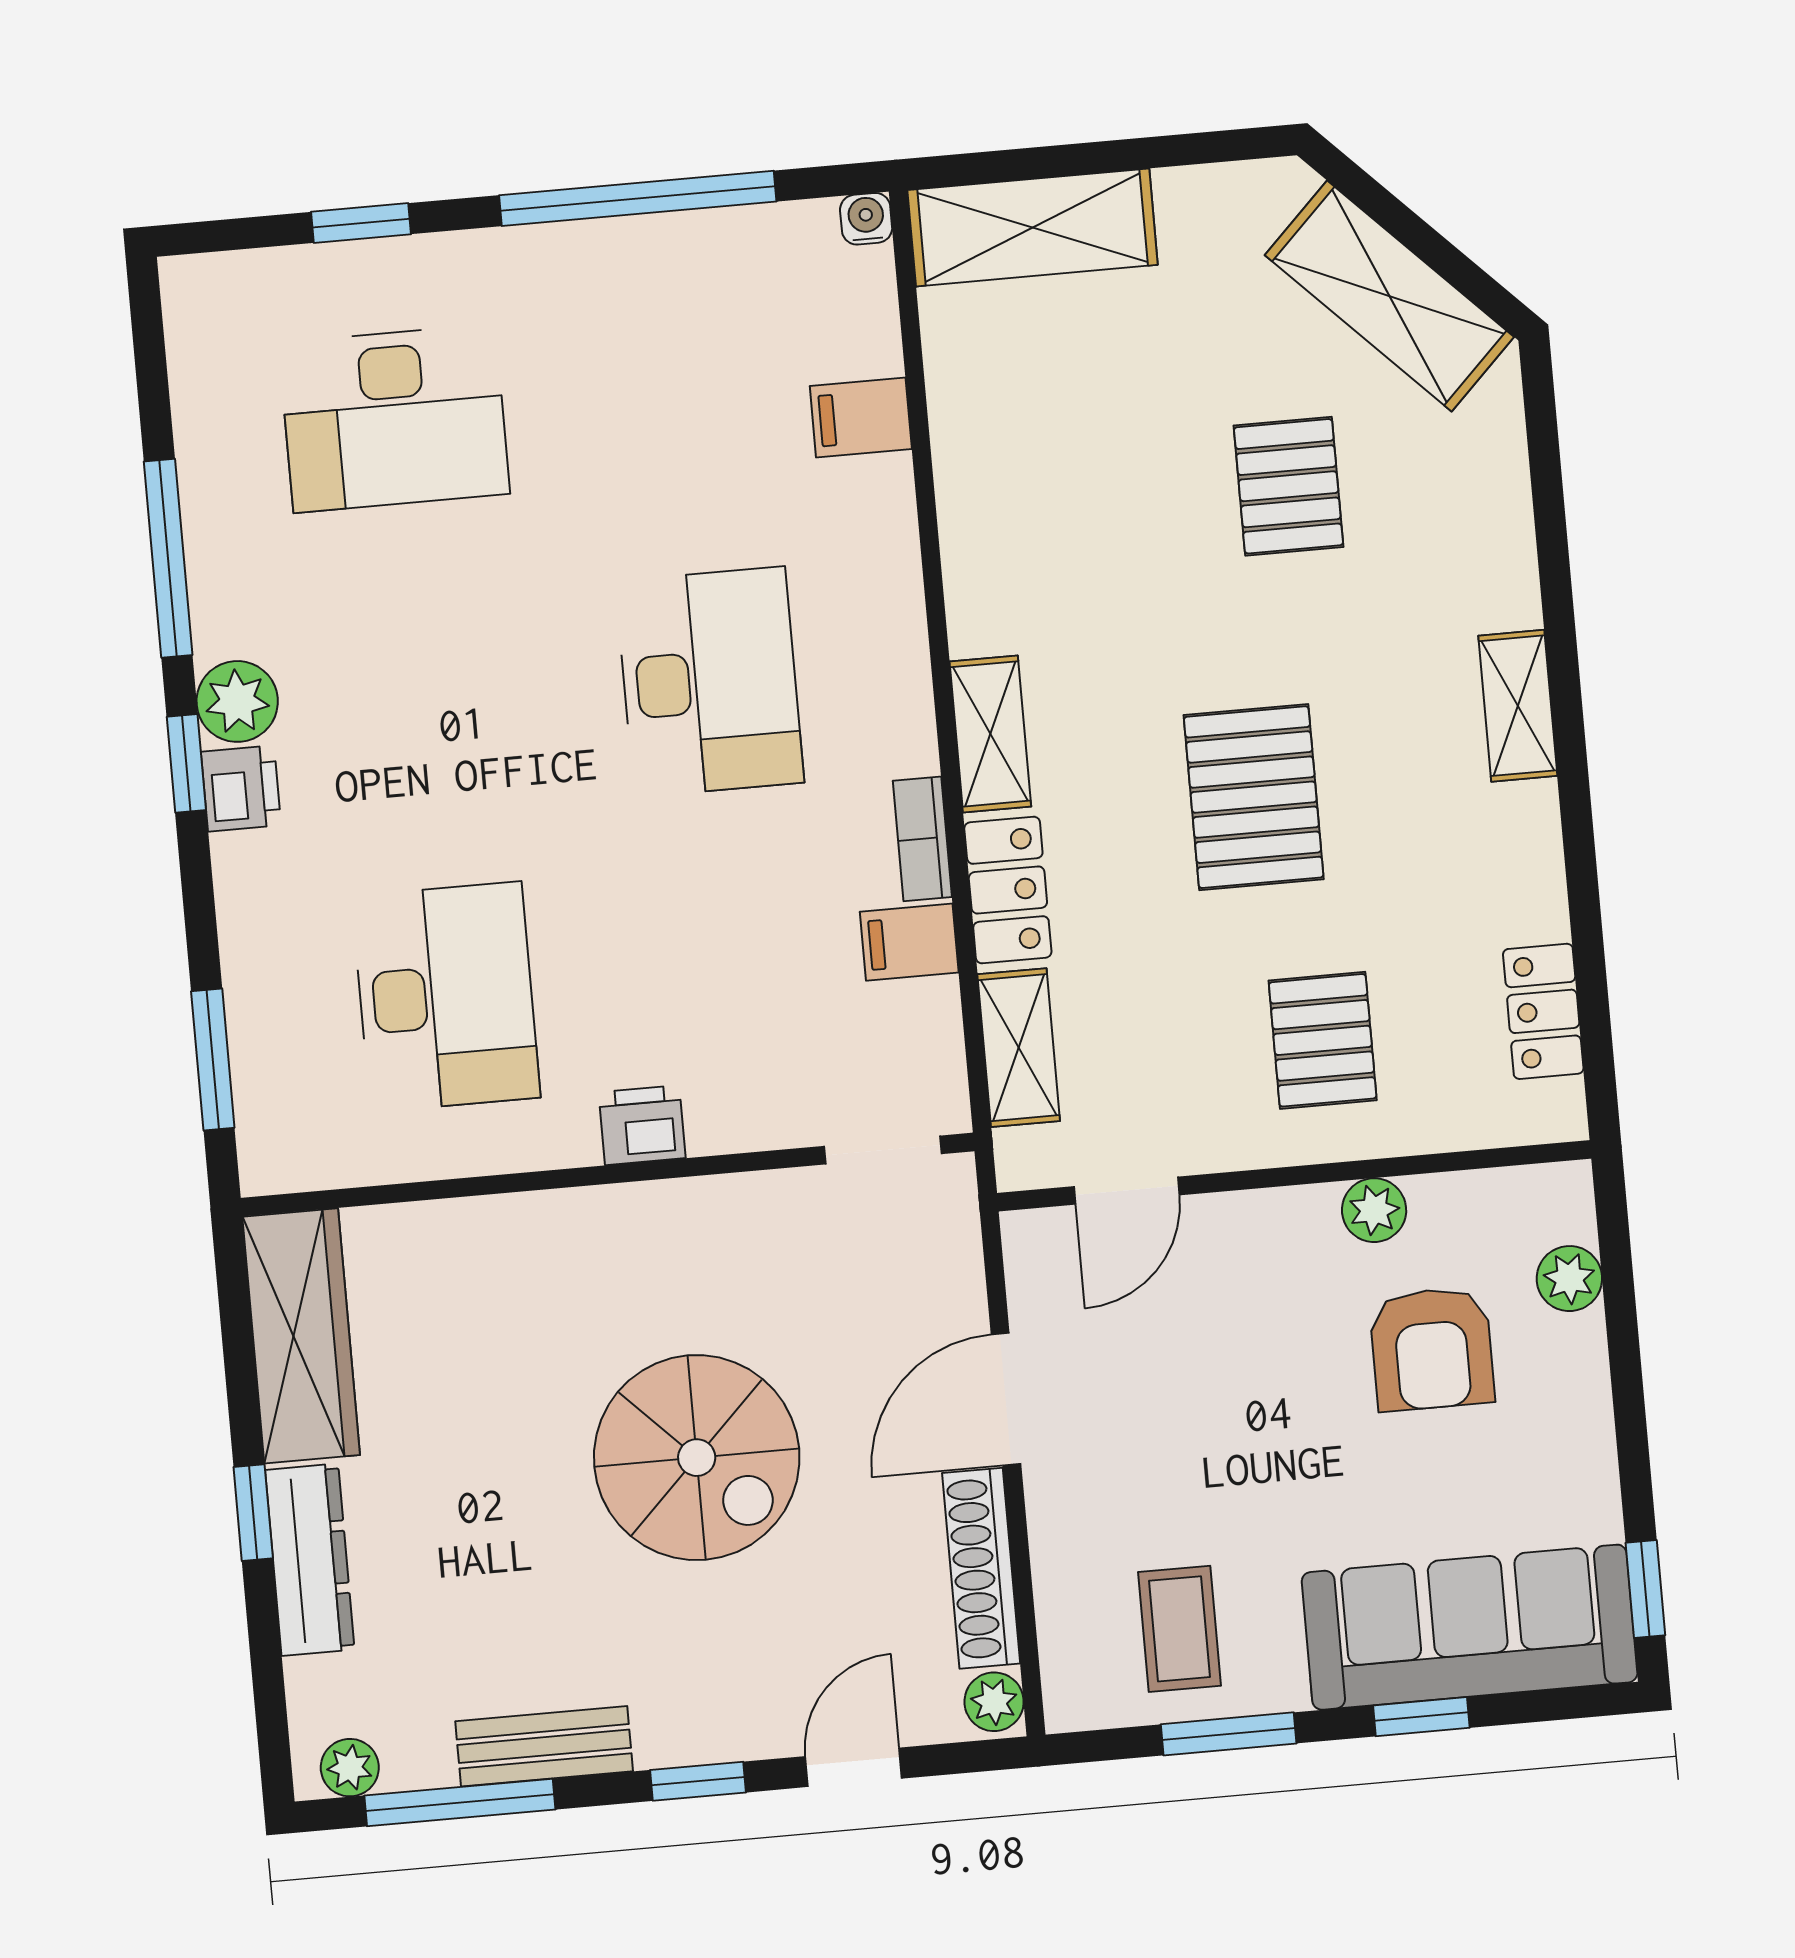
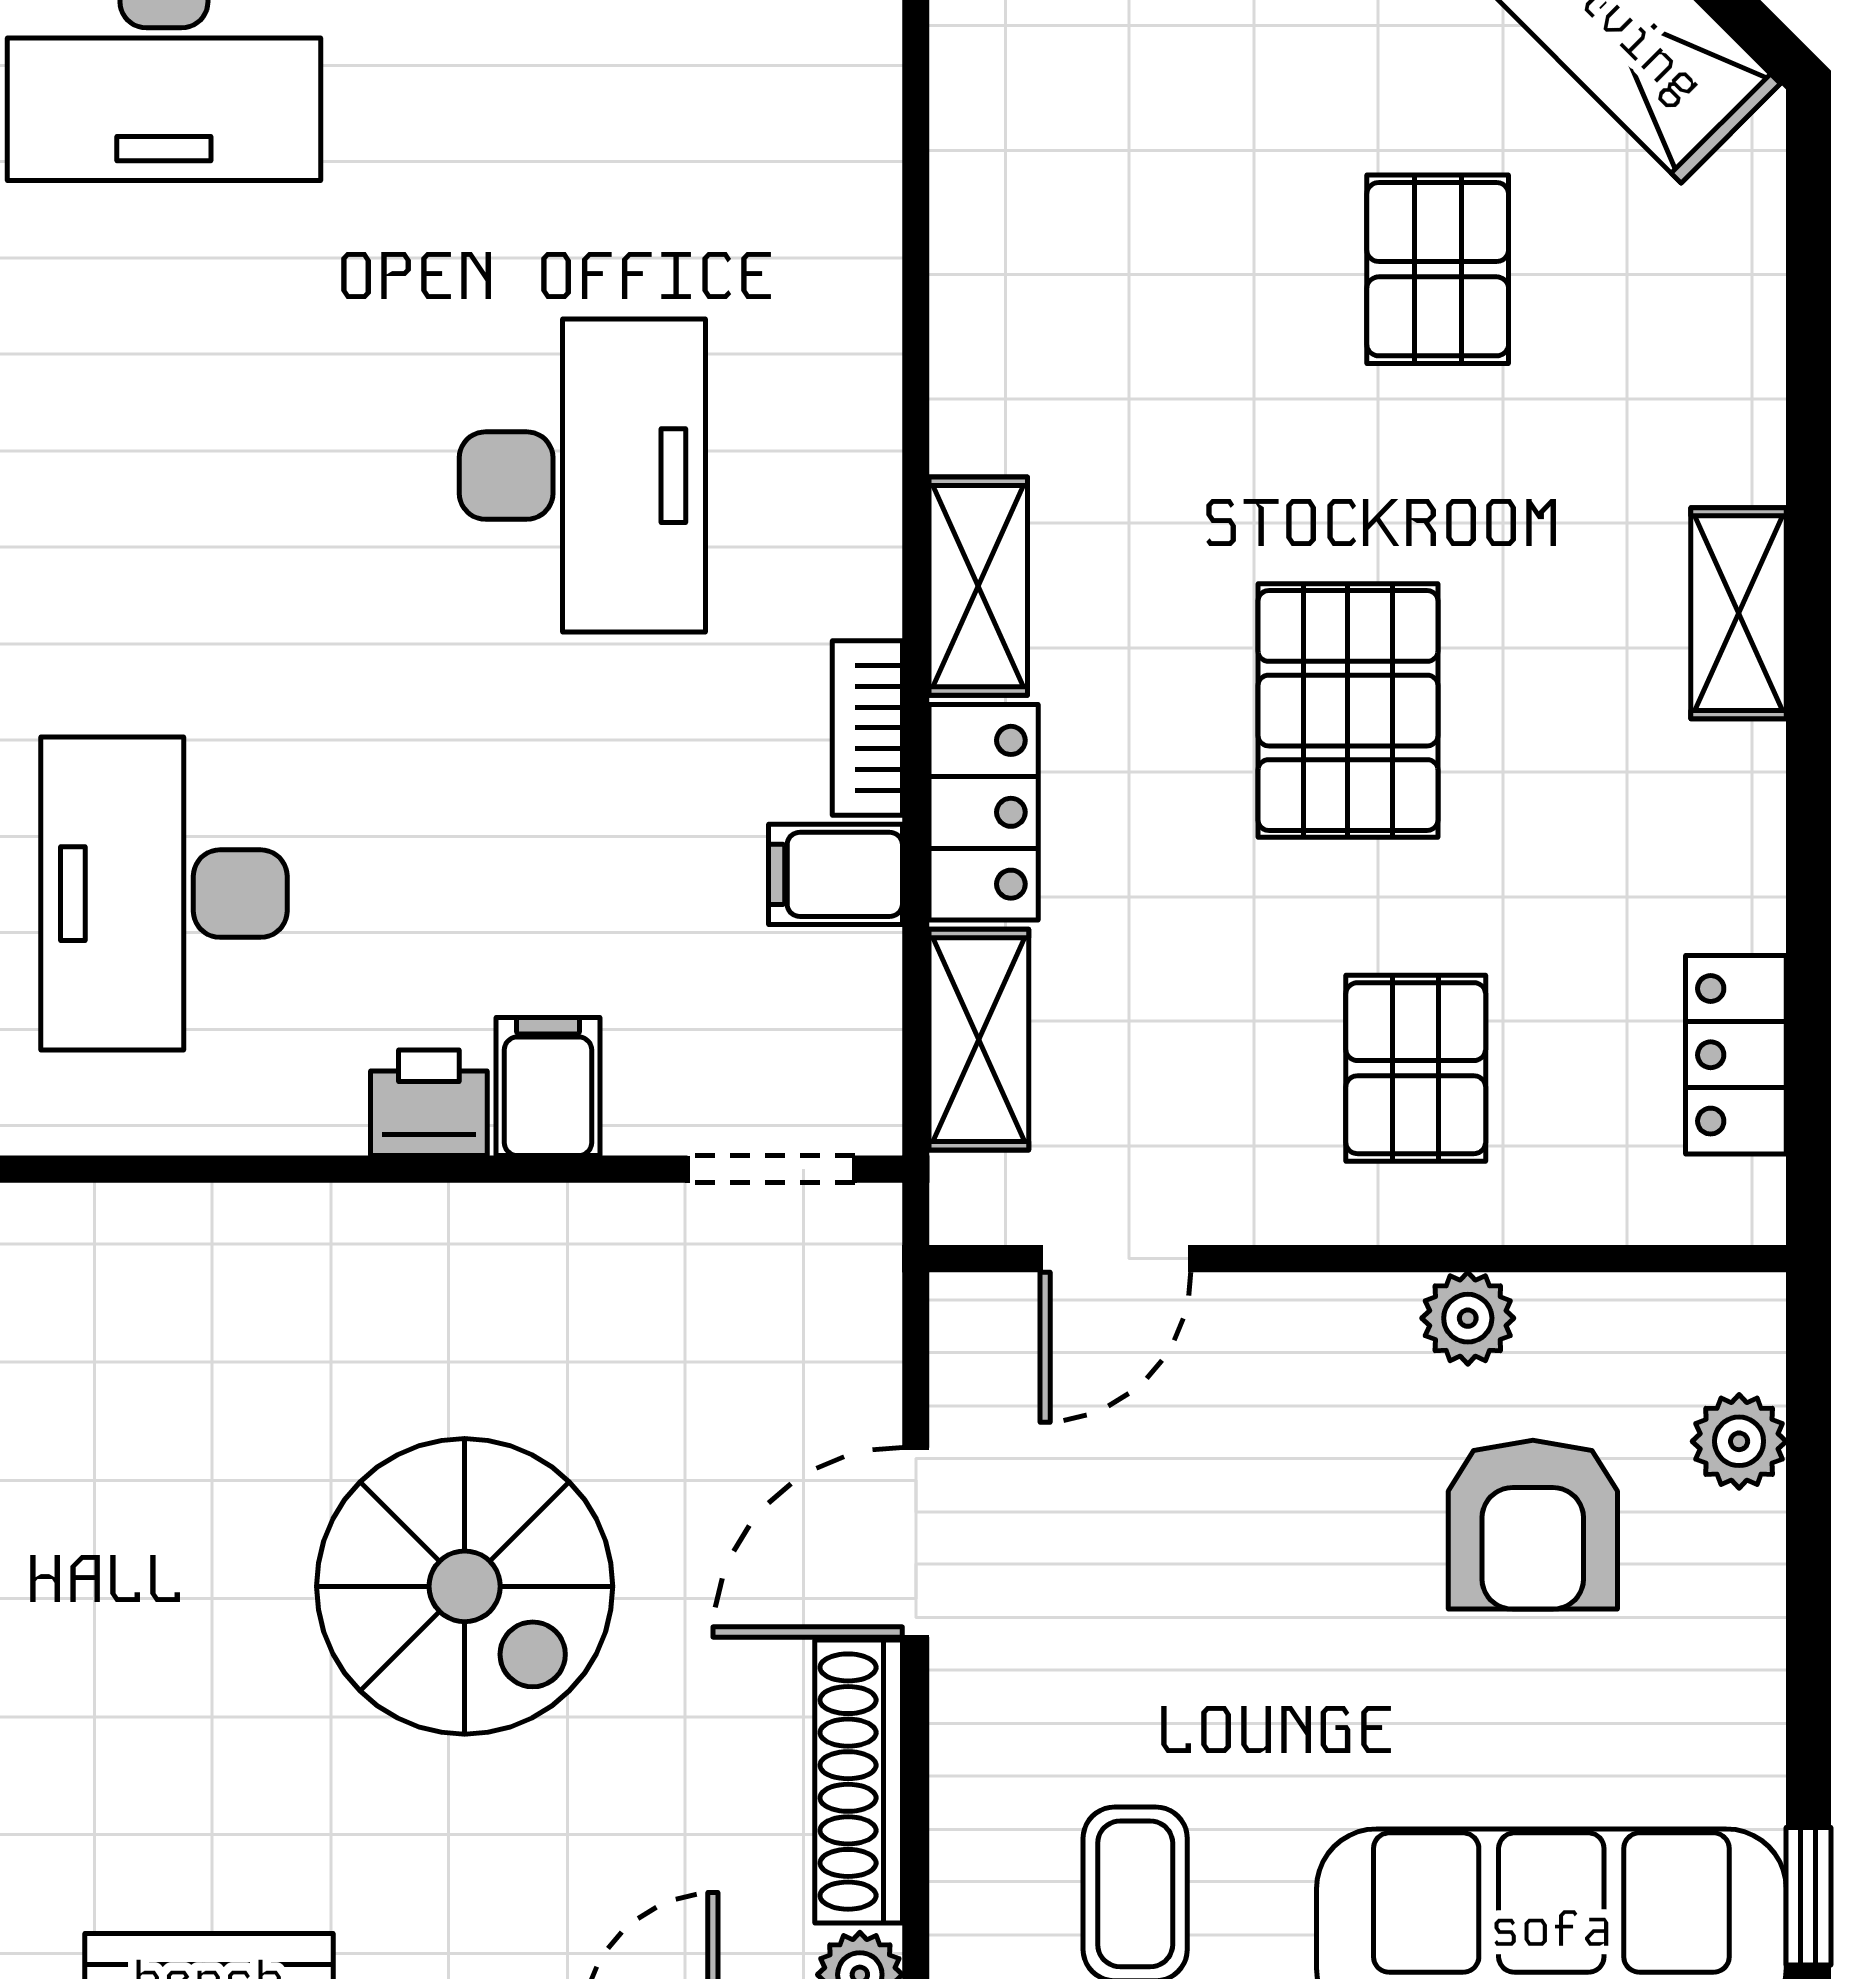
filing cabinet: (861, 418) -> (548, 1087), moved, turned 90
desk: (446, 997) -> (164, 894), turned 180

